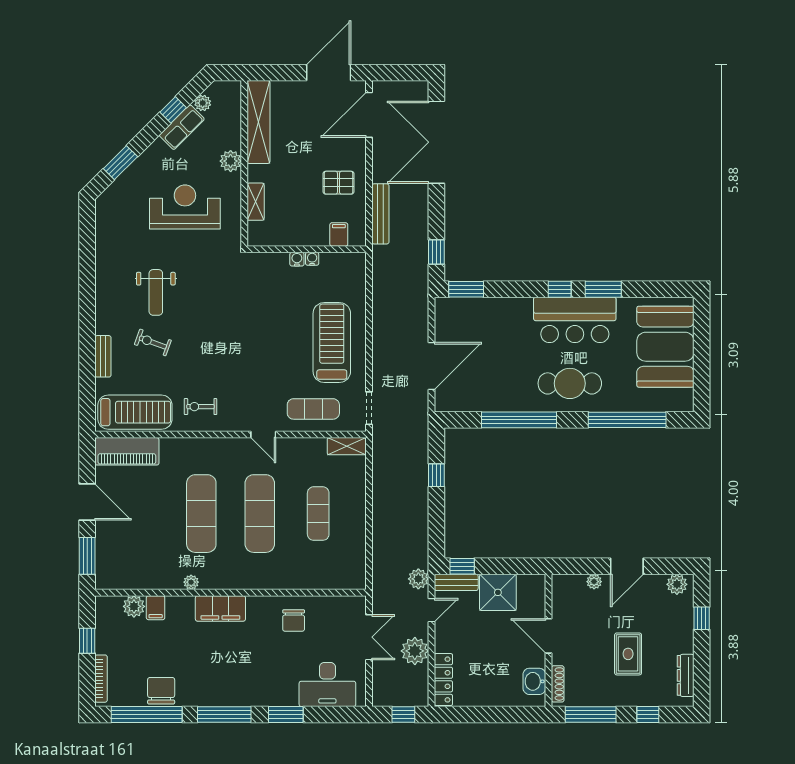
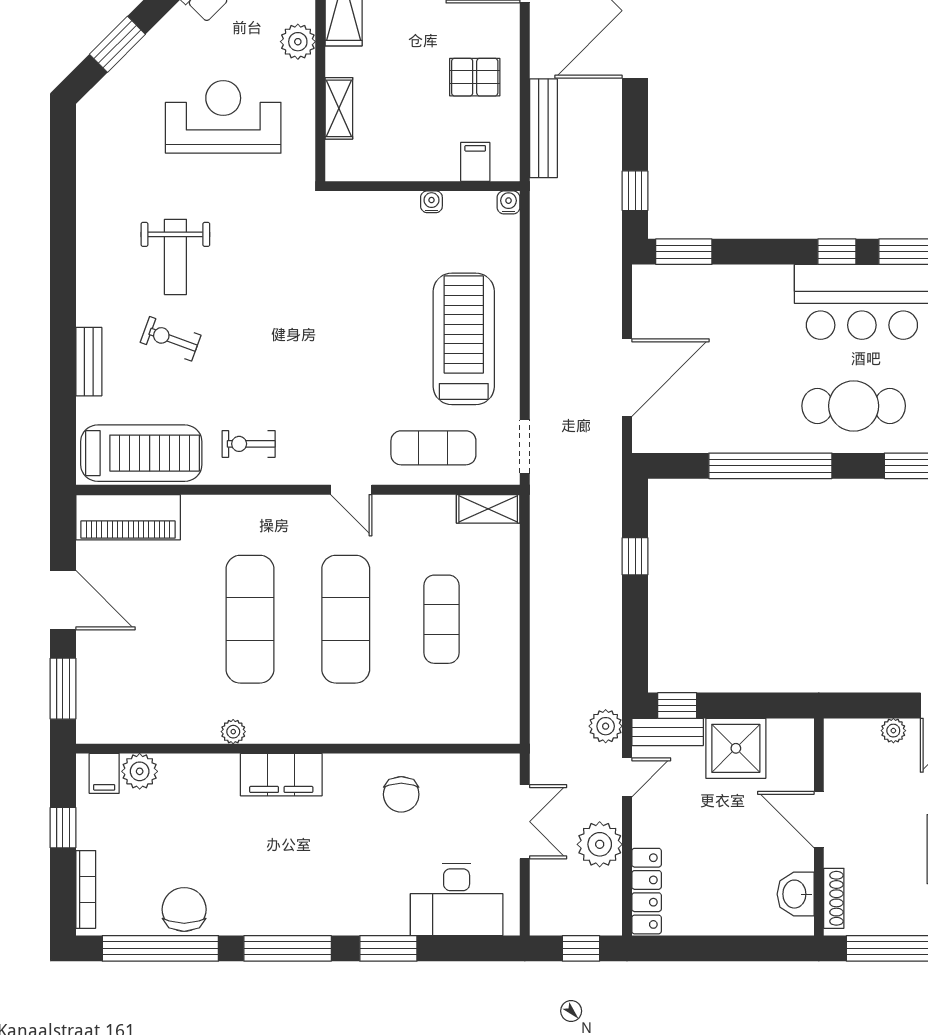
water cooler: (297, 259) -> (509, 202), moved
filing cabinet: (156, 608) -> (104, 773), moved

